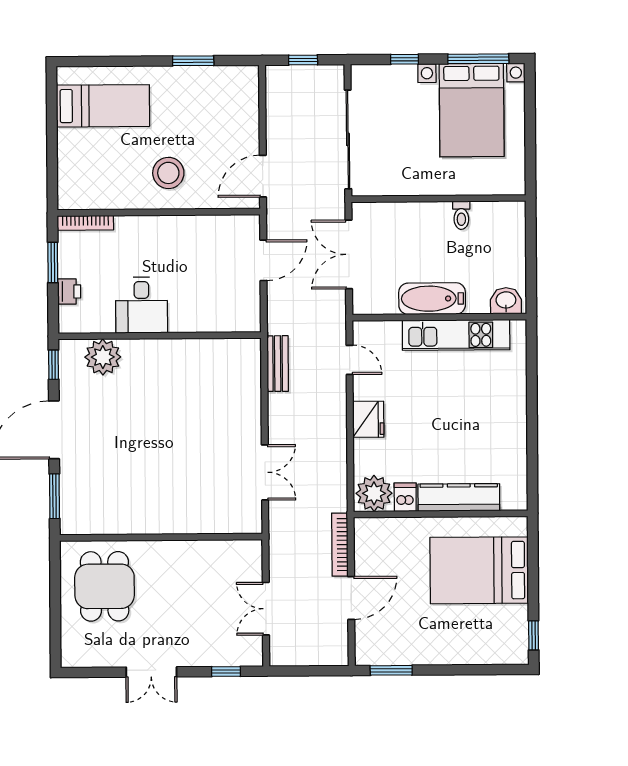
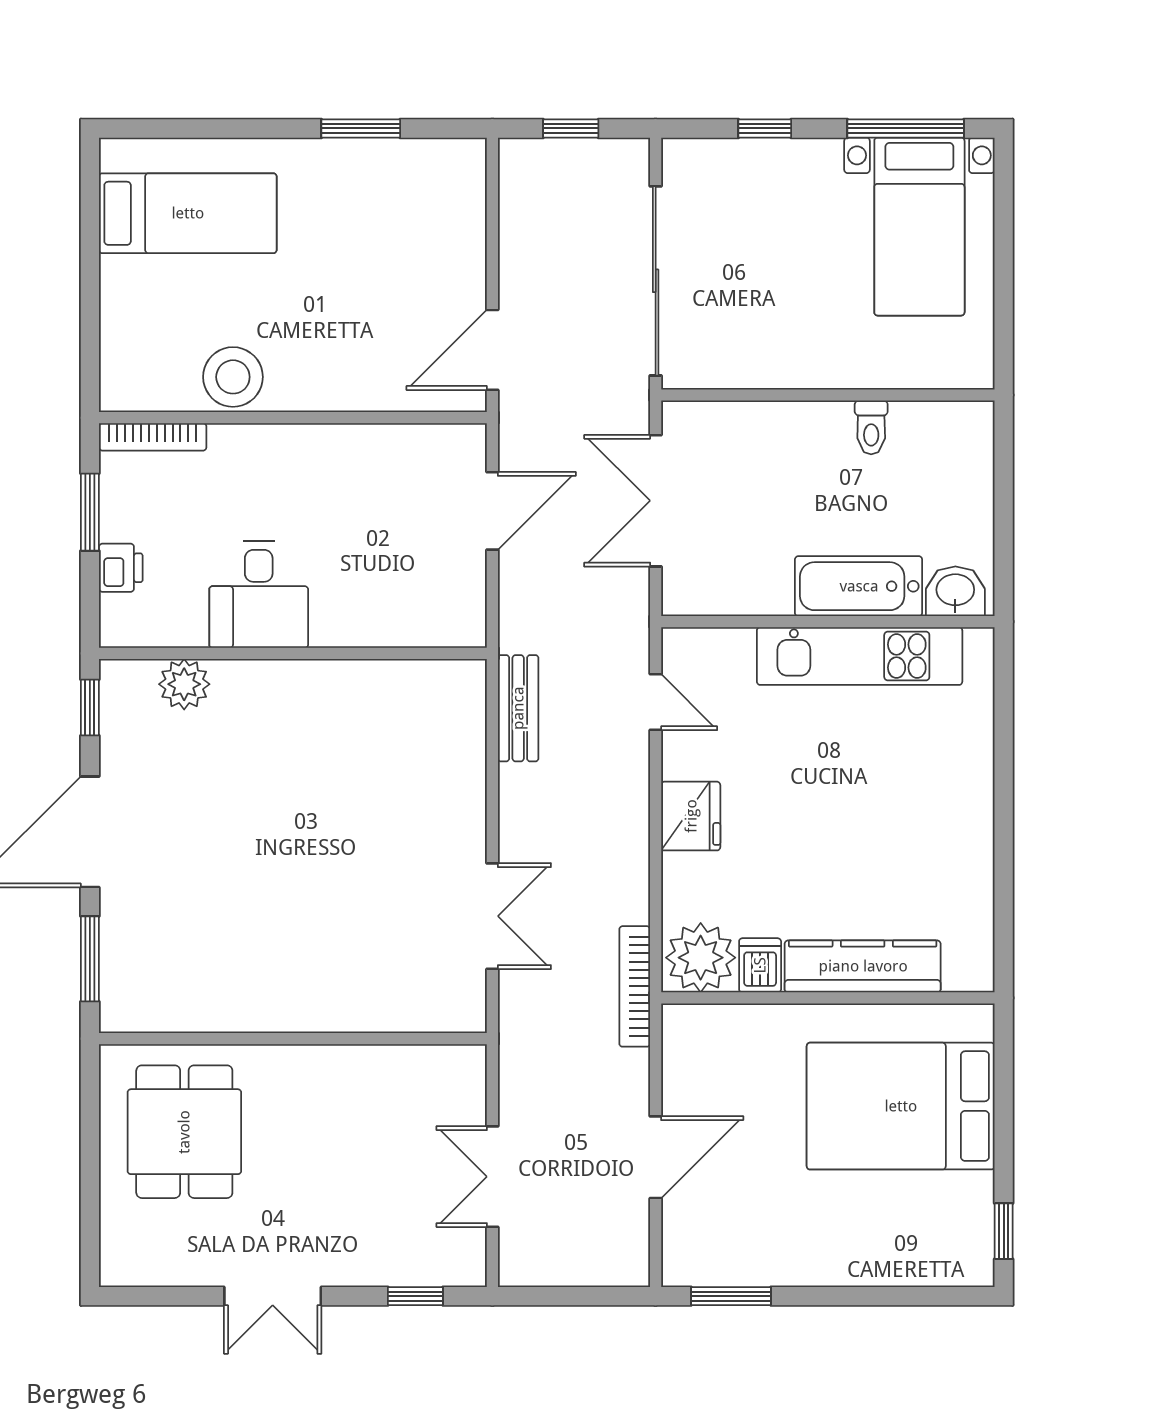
bed with nightstands: (472, 110) -> (919, 227), width x0.73
stool: (168, 173) -> (233, 377), moved
bathtub: (432, 299) -> (859, 586), moved
plant: (103, 357) -> (184, 684), width x0.73, depth x0.73
bookcase: (340, 545) -> (635, 986), moved

